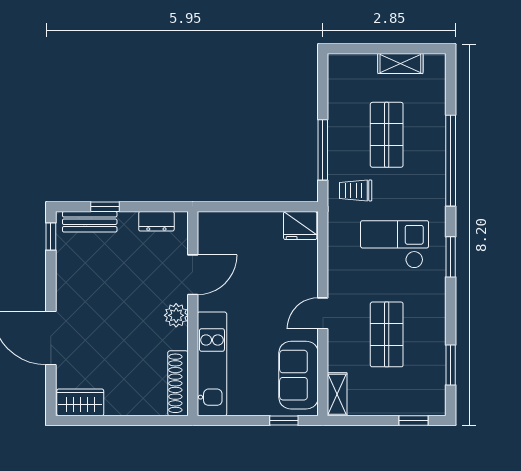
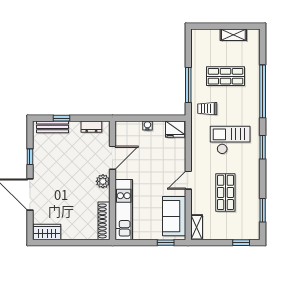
shop shelf: (387, 135) -> (225, 76), turned 90
water cooler: (253, 219) -> (147, 125), added
window: (51, 236) -> (30, 157), moved

